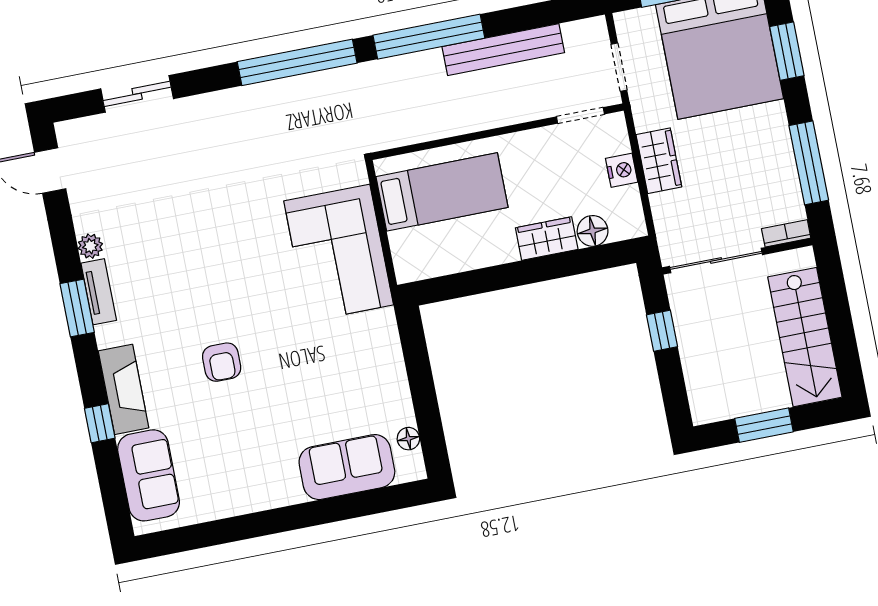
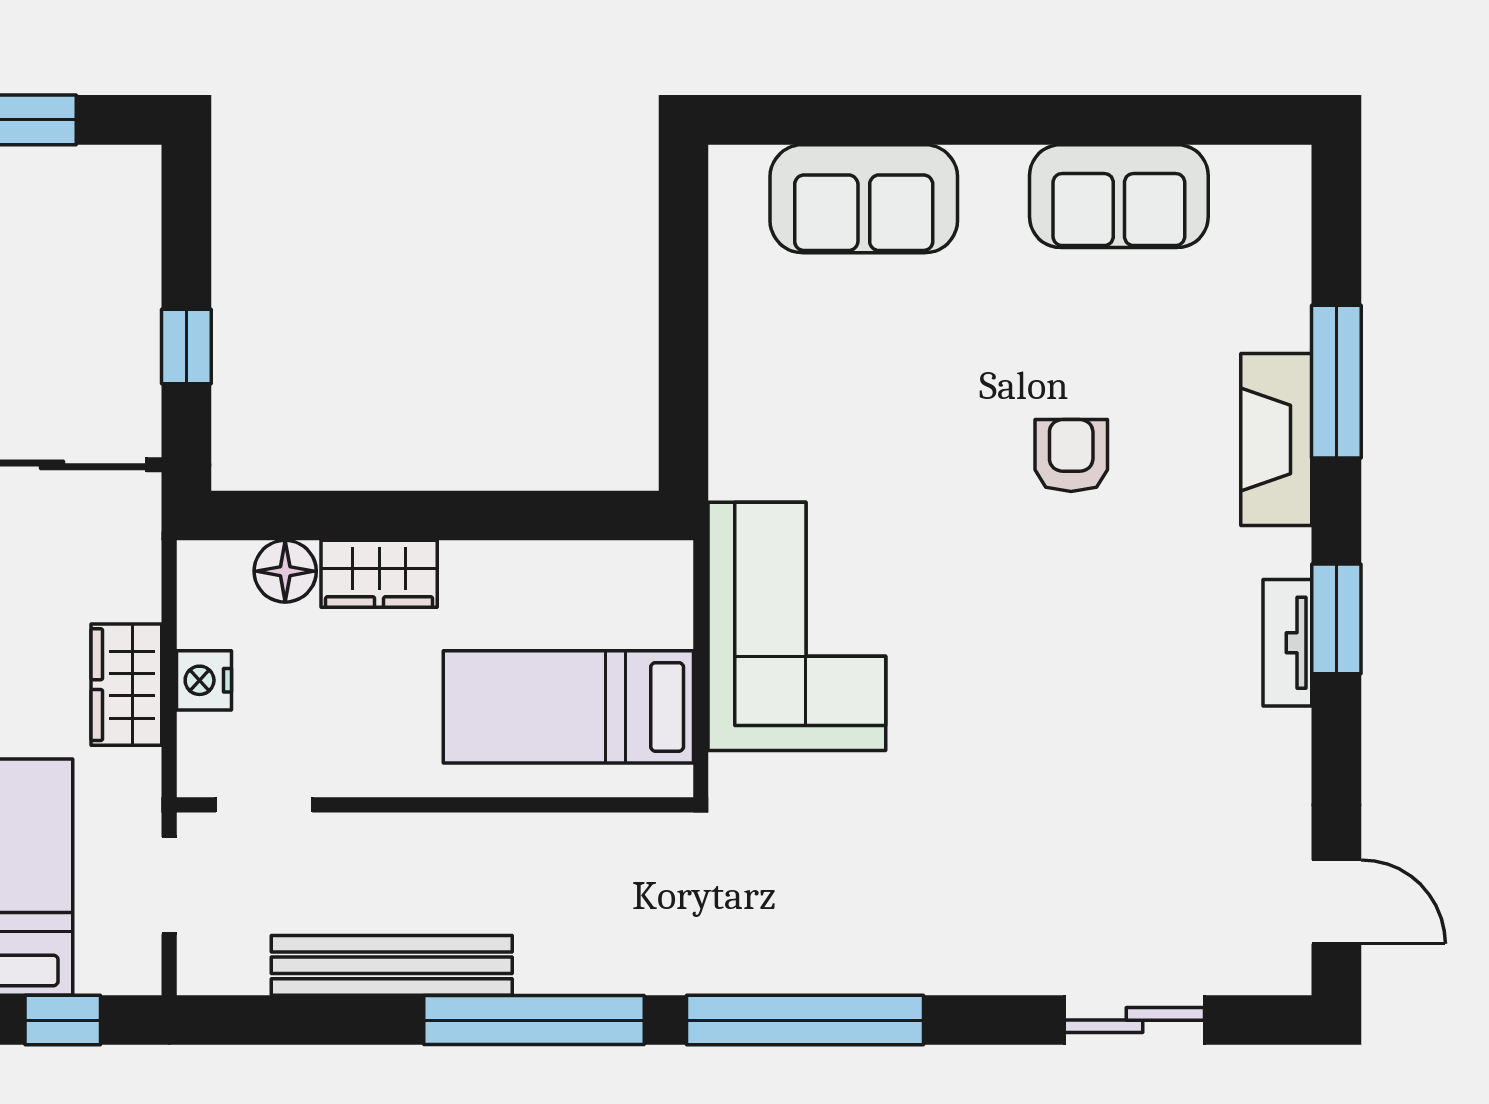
plant: (90, 246) -> (1286, 736), removed
window: (100, 423) -> (1336, 382), width x2.17
floor lamp: (408, 439) -> (731, 231), removed
sofa: (149, 475) -> (1119, 196), moved, turned -90

